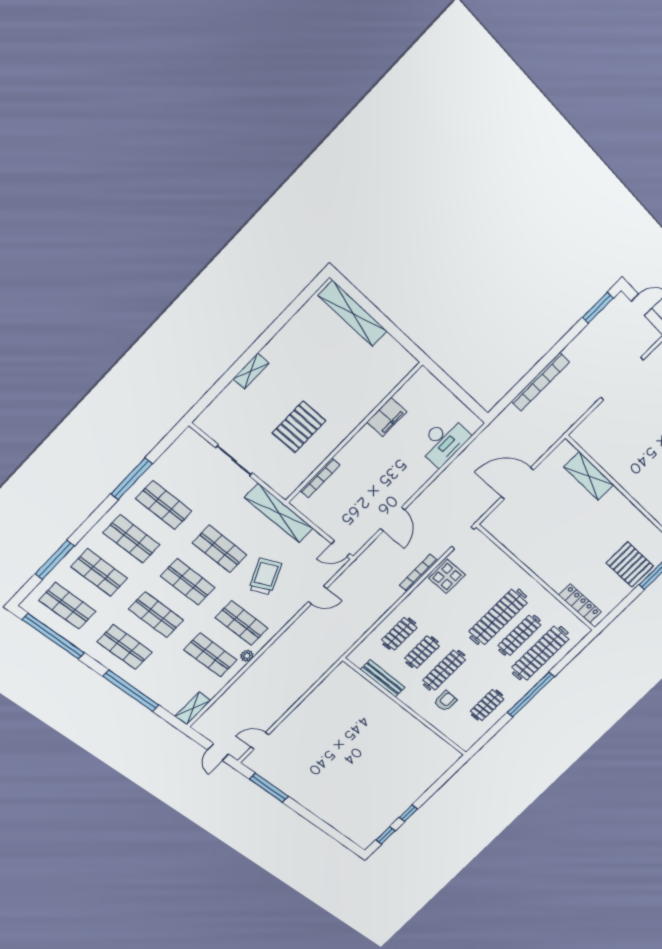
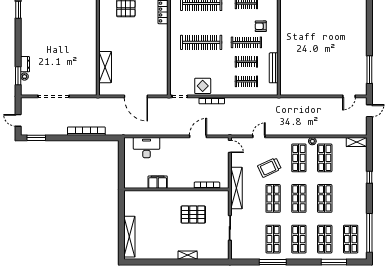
door: (318, 595) -> (259, 136), hinge flipped
clothes rail: (519, 635) -> (201, 23), removed
shop shelf: (125, 647) -> (351, 198), removed
window: (131, 691) -> (369, 177), width x0.32
door: (260, 741) -> (349, 96), hinge flipped

